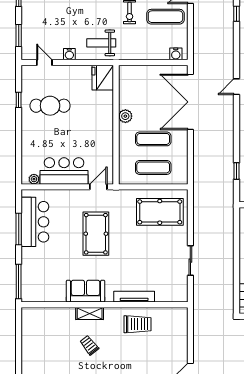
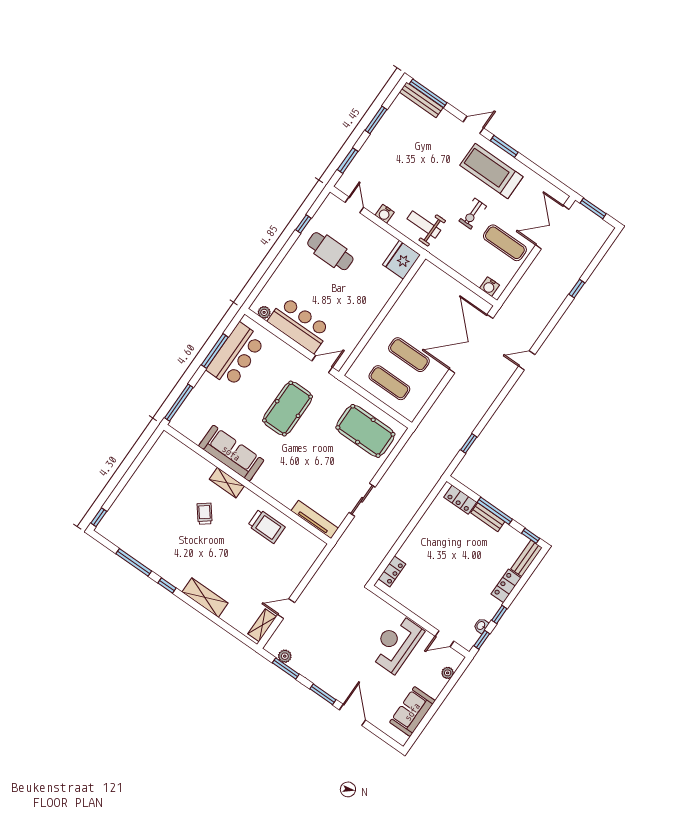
plant: (125, 116) -> (397, 313), removed
sofa: (86, 291) -> (231, 453), width x1.36
tv unit: (134, 297) -> (315, 520), moved

